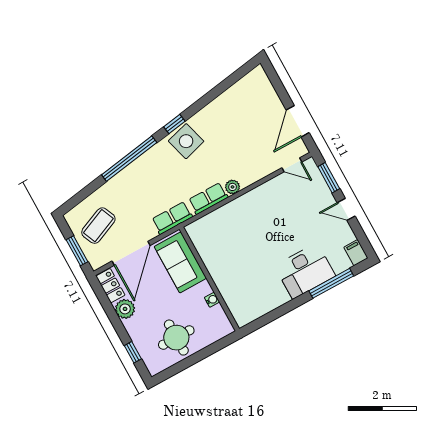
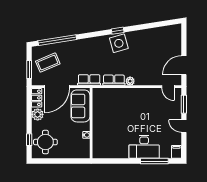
window: (129, 159) -> (57, 40), moved
round table: (176, 338) -> (45, 142), moved

